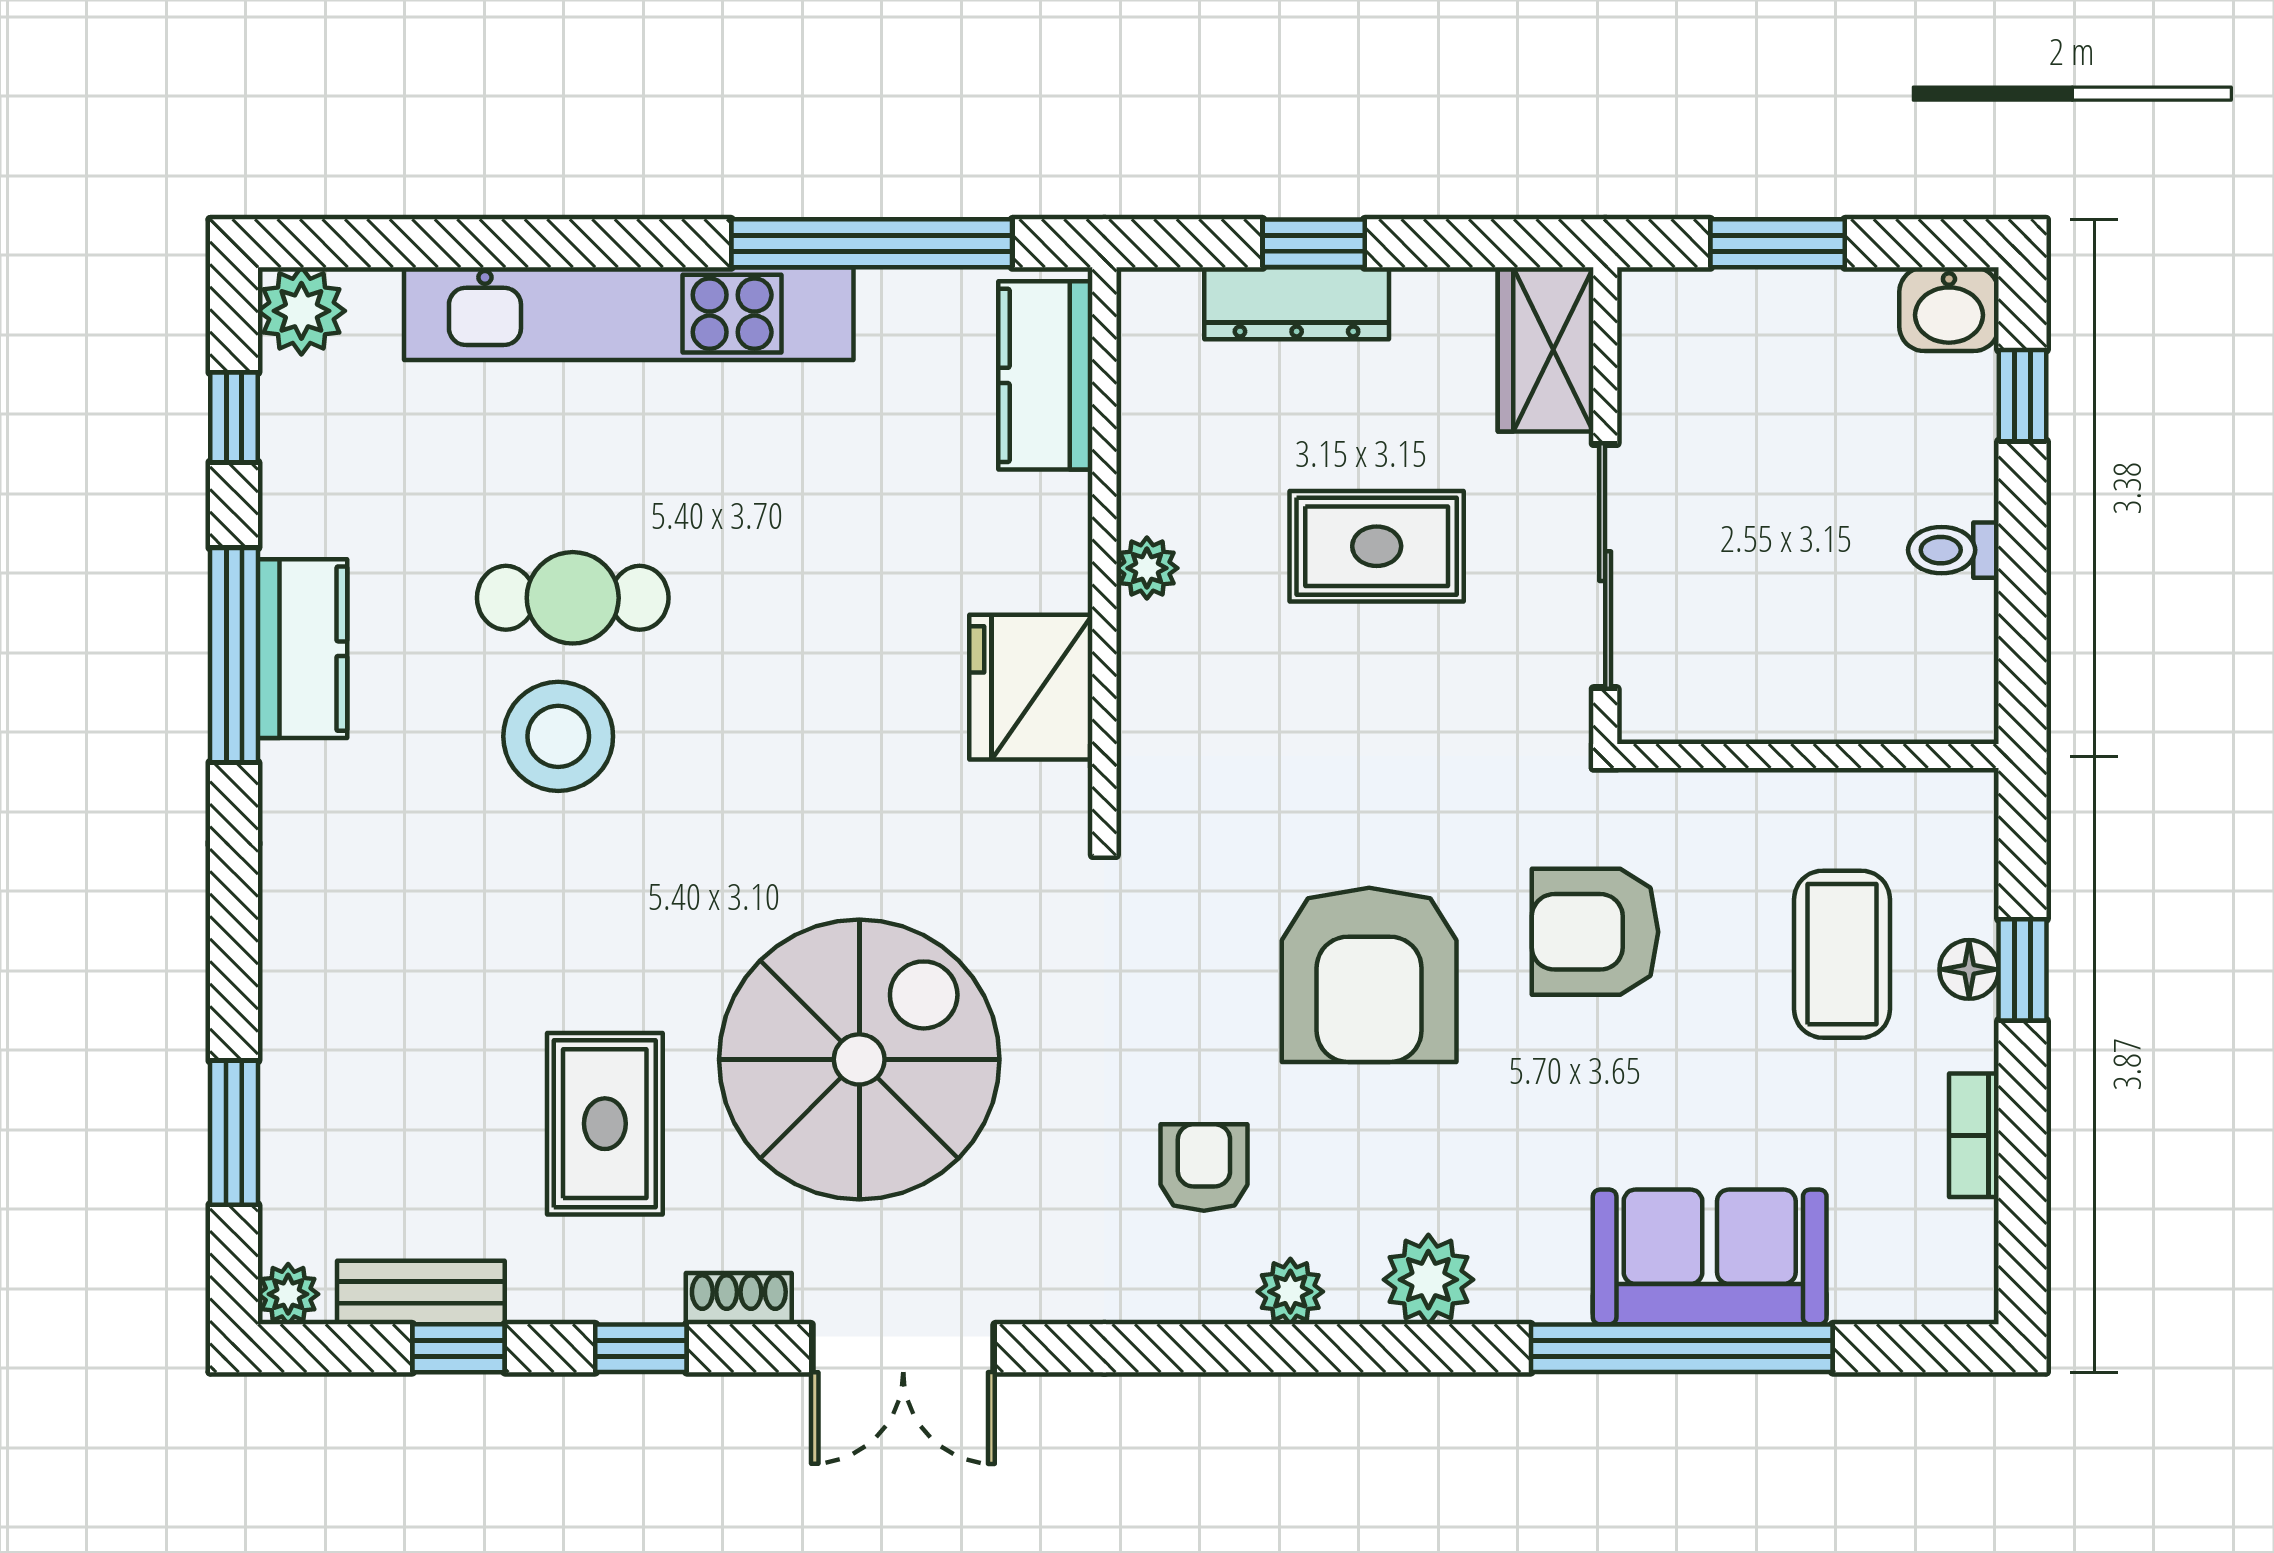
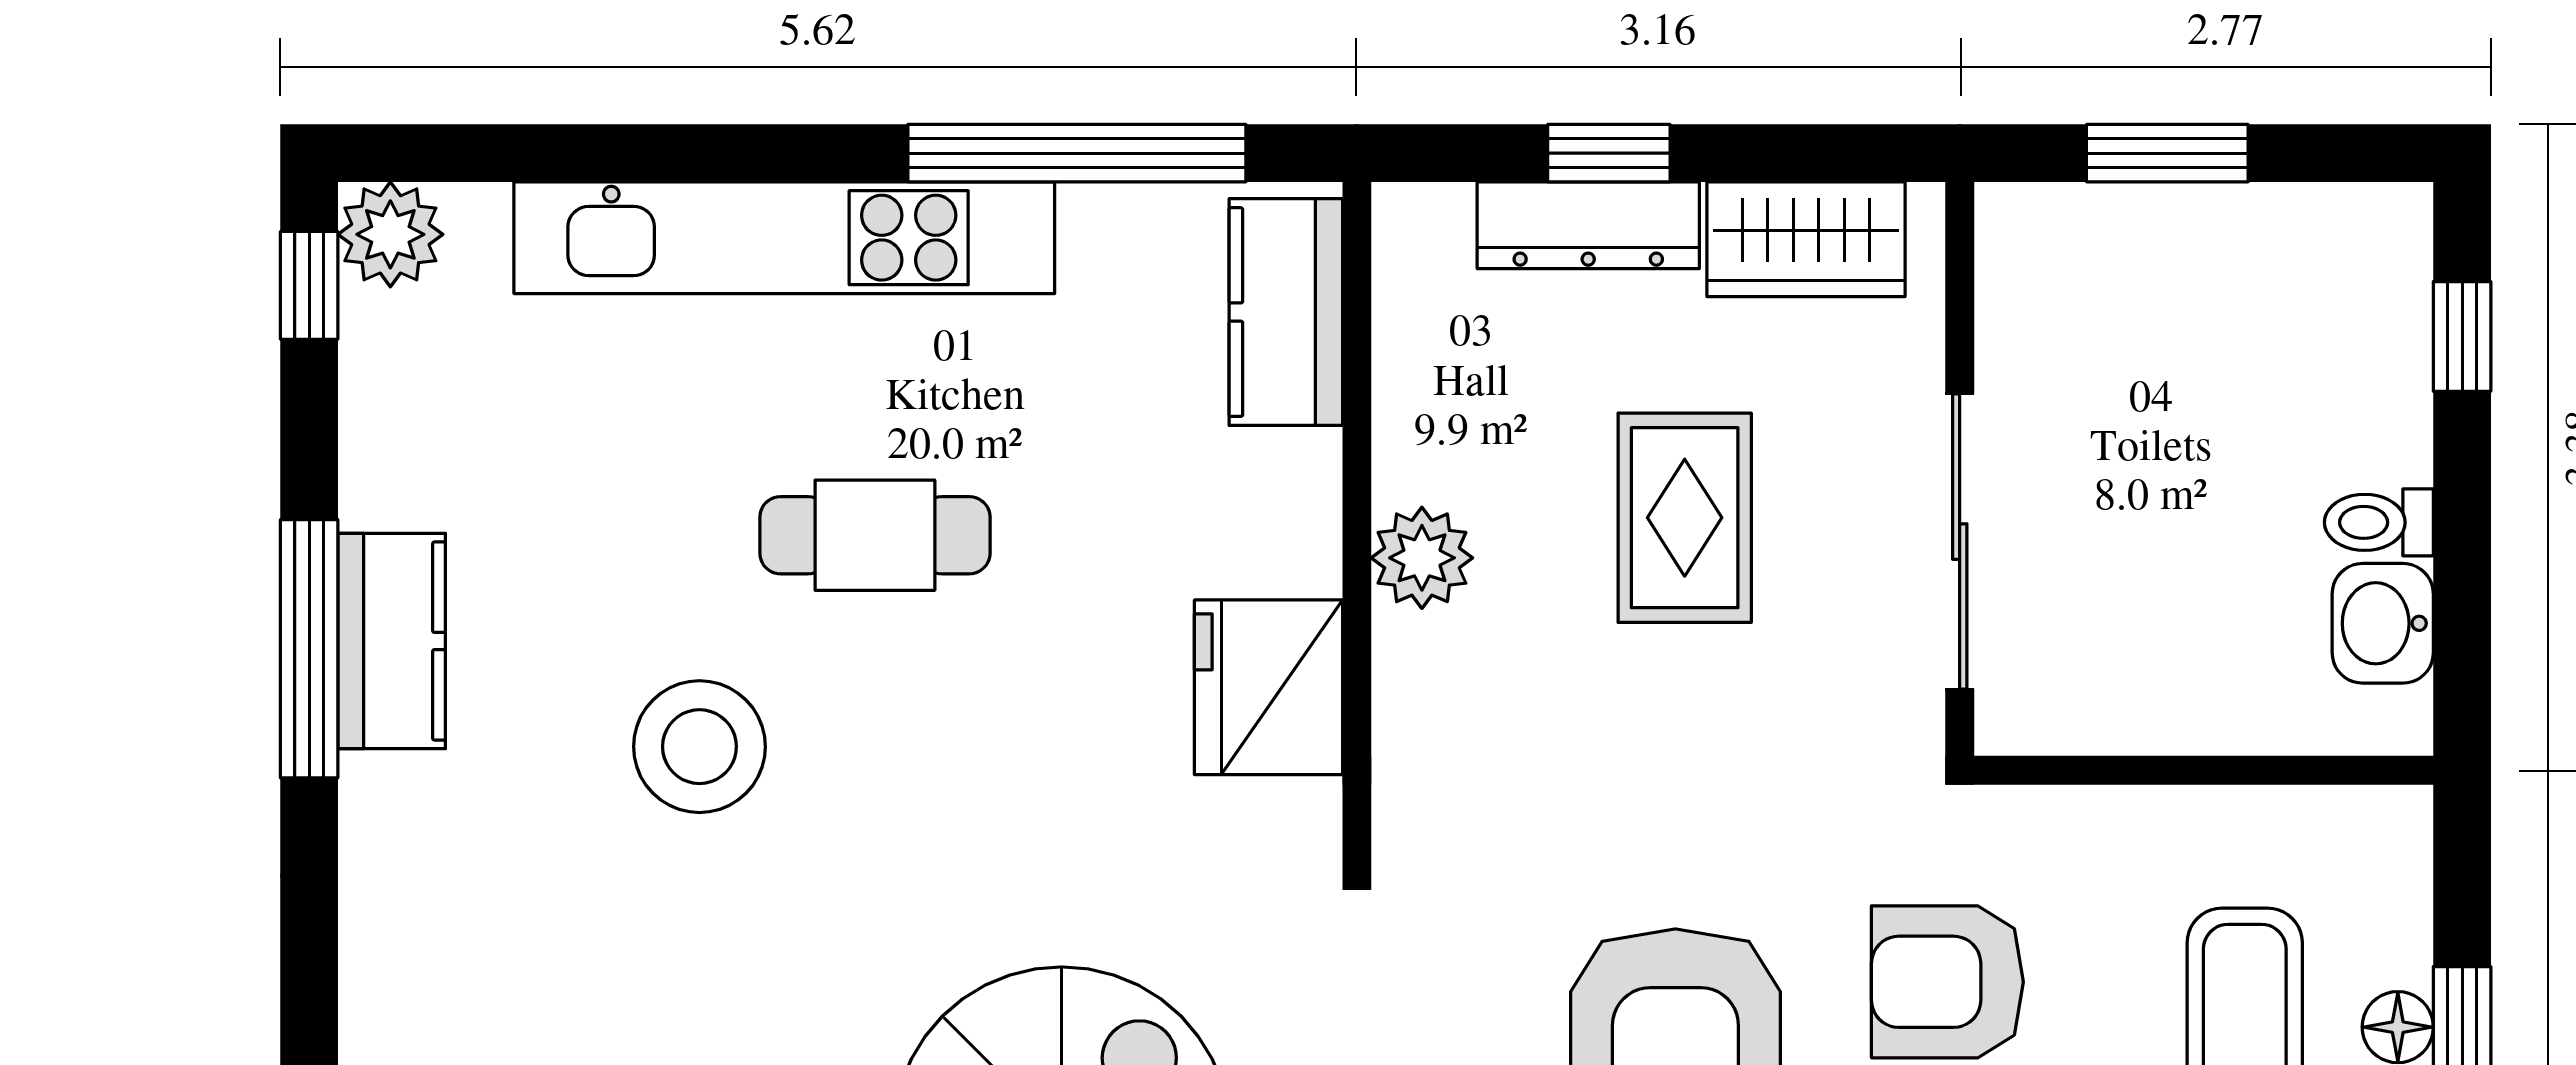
washbasin: (1949, 309) -> (2383, 623), moved, turned 90
wardrobe: (1546, 349) -> (1806, 239), moved, turned -90
window: (234, 417) -> (309, 285), moved
rug: (1377, 546) -> (1685, 518), turned 90
plant: (1147, 568) -> (1422, 558), width x1.38, depth x1.38
cafe table: (573, 598) -> (875, 535), moved

